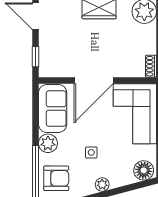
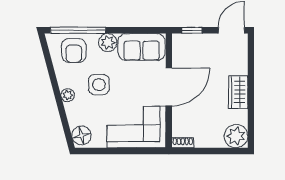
door: (94, 80) -> (169, 87), swing flipped
side table: (91, 152) -> (99, 85), width x1.87, depth x1.87

